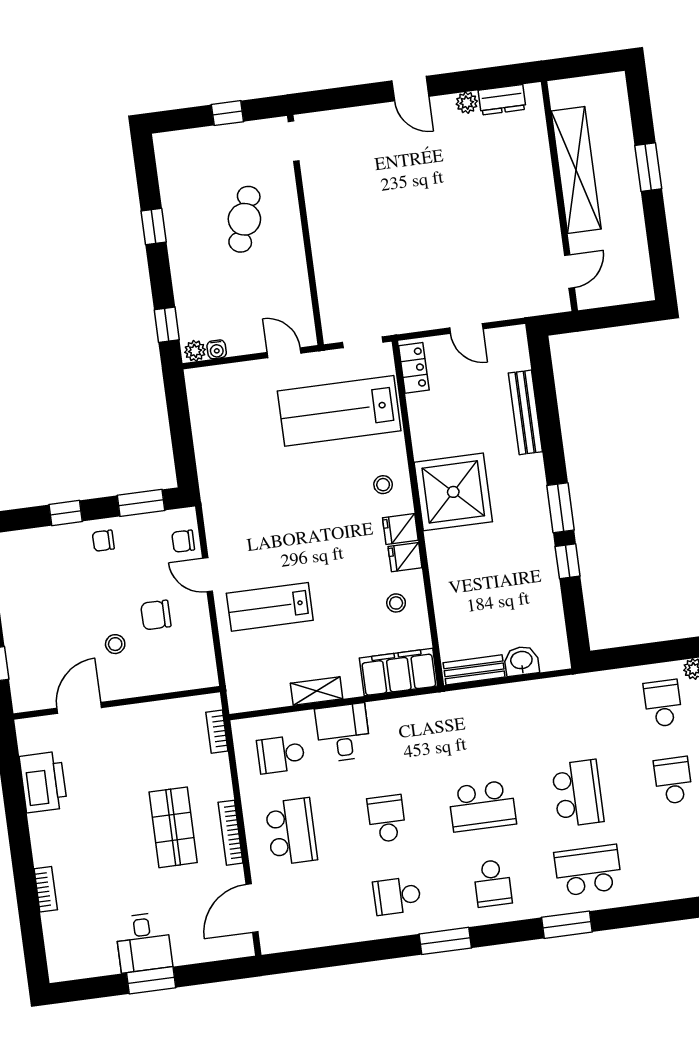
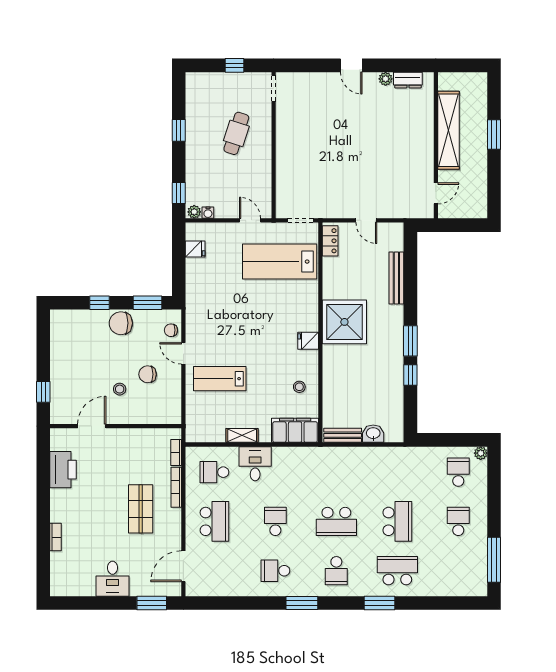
stool: (383, 485) -> (301, 312), removed
chair: (103, 541) -> (121, 323), width x1.87, depth x1.87
fridge: (405, 557) -> (195, 249), moved, turned 180
bookcase: (231, 833) -> (176, 487), moved
window: (151, 980) -> (152, 603), moved

